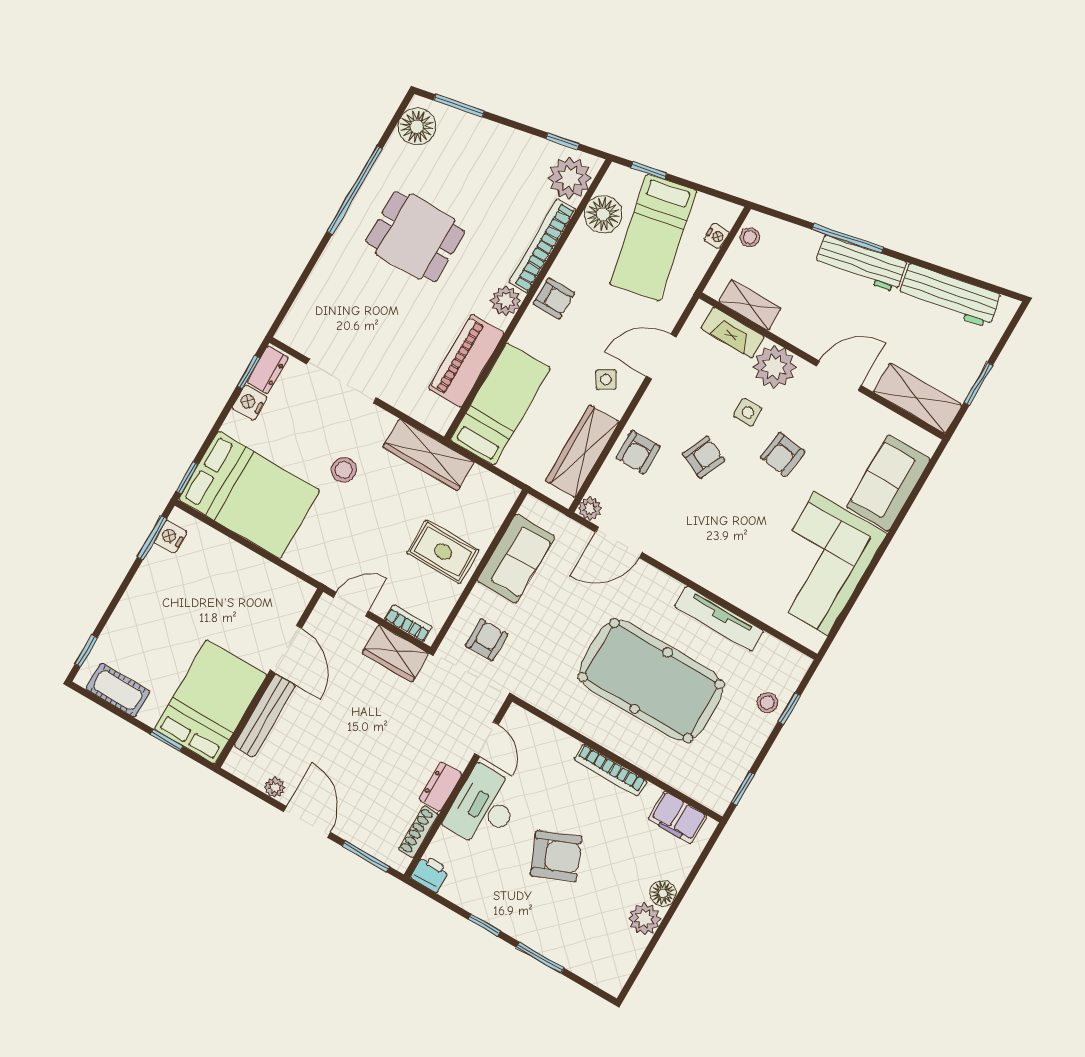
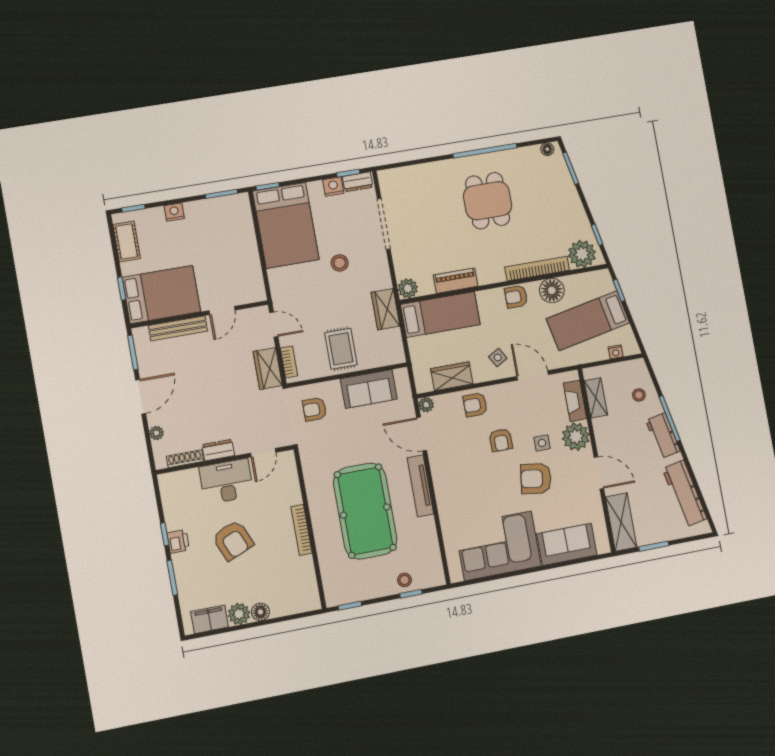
floor lamp: (417, 127) -> (547, 149), width x0.53, depth x0.53
floor lamp: (603, 214) -> (552, 290), moved
stool: (750, 237) -> (639, 395), moved
workbench: (861, 264) -> (663, 436), width x0.73
armchair: (554, 298) -> (516, 297), turned 90
plant: (506, 301) -> (408, 288), moved
piano: (466, 361) -> (456, 281), width x0.73, depth x0.75
wardrobe: (582, 451) -> (452, 376), width x0.67
armchair: (782, 454) -> (536, 479), width x1.38, depth x1.38
wardrobe: (428, 455) -> (386, 309), width x0.67
armchair: (704, 457) -> (501, 440), turned 66
nightstand: (171, 537) -> (174, 212), moved
tv unit: (719, 619) -> (420, 486), moved
armchair: (487, 640) -> (315, 409), turned 180
door: (286, 649) -> (222, 310), width x0.73
plant: (275, 787) -> (157, 433), moved
filing cabinet: (678, 817) -> (210, 619), moved, turned 90
window: (366, 856) -> (133, 352), moved
printer: (430, 874) -> (178, 541), moved

